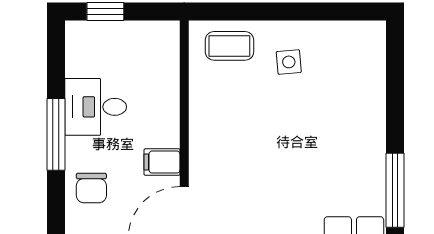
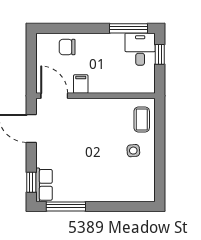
desk: (96, 107) -> (140, 49), moved
window: (56, 134) -> (128, 28), moved

